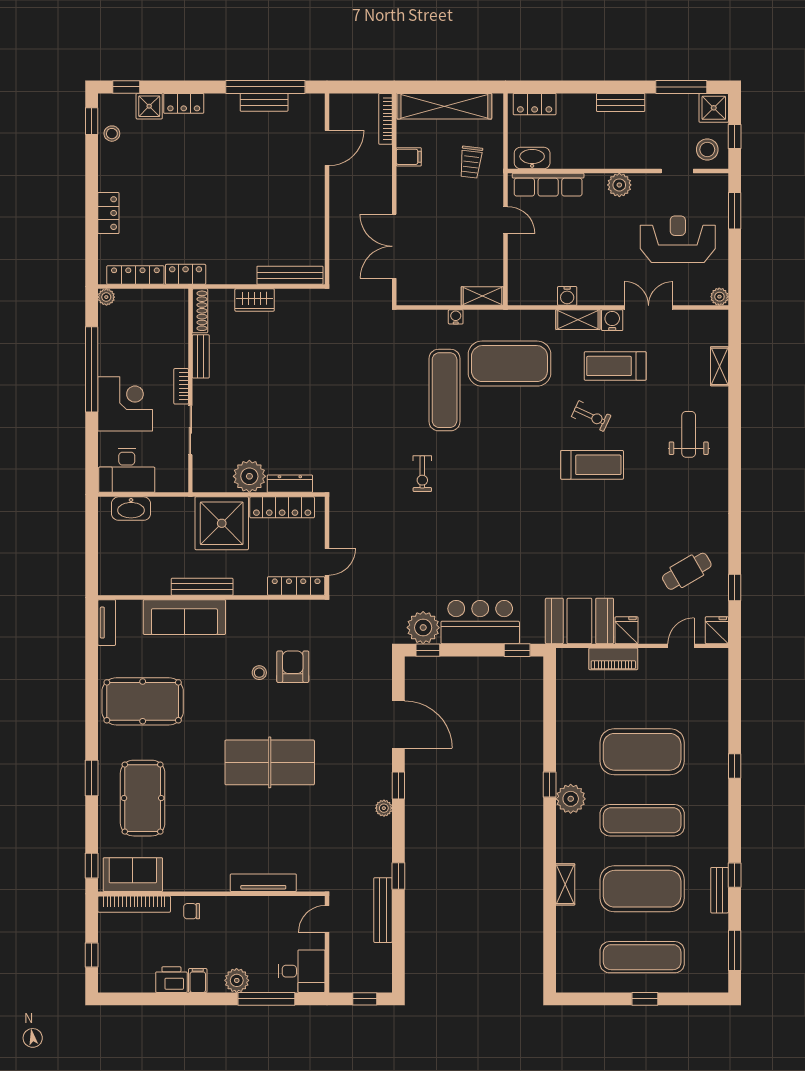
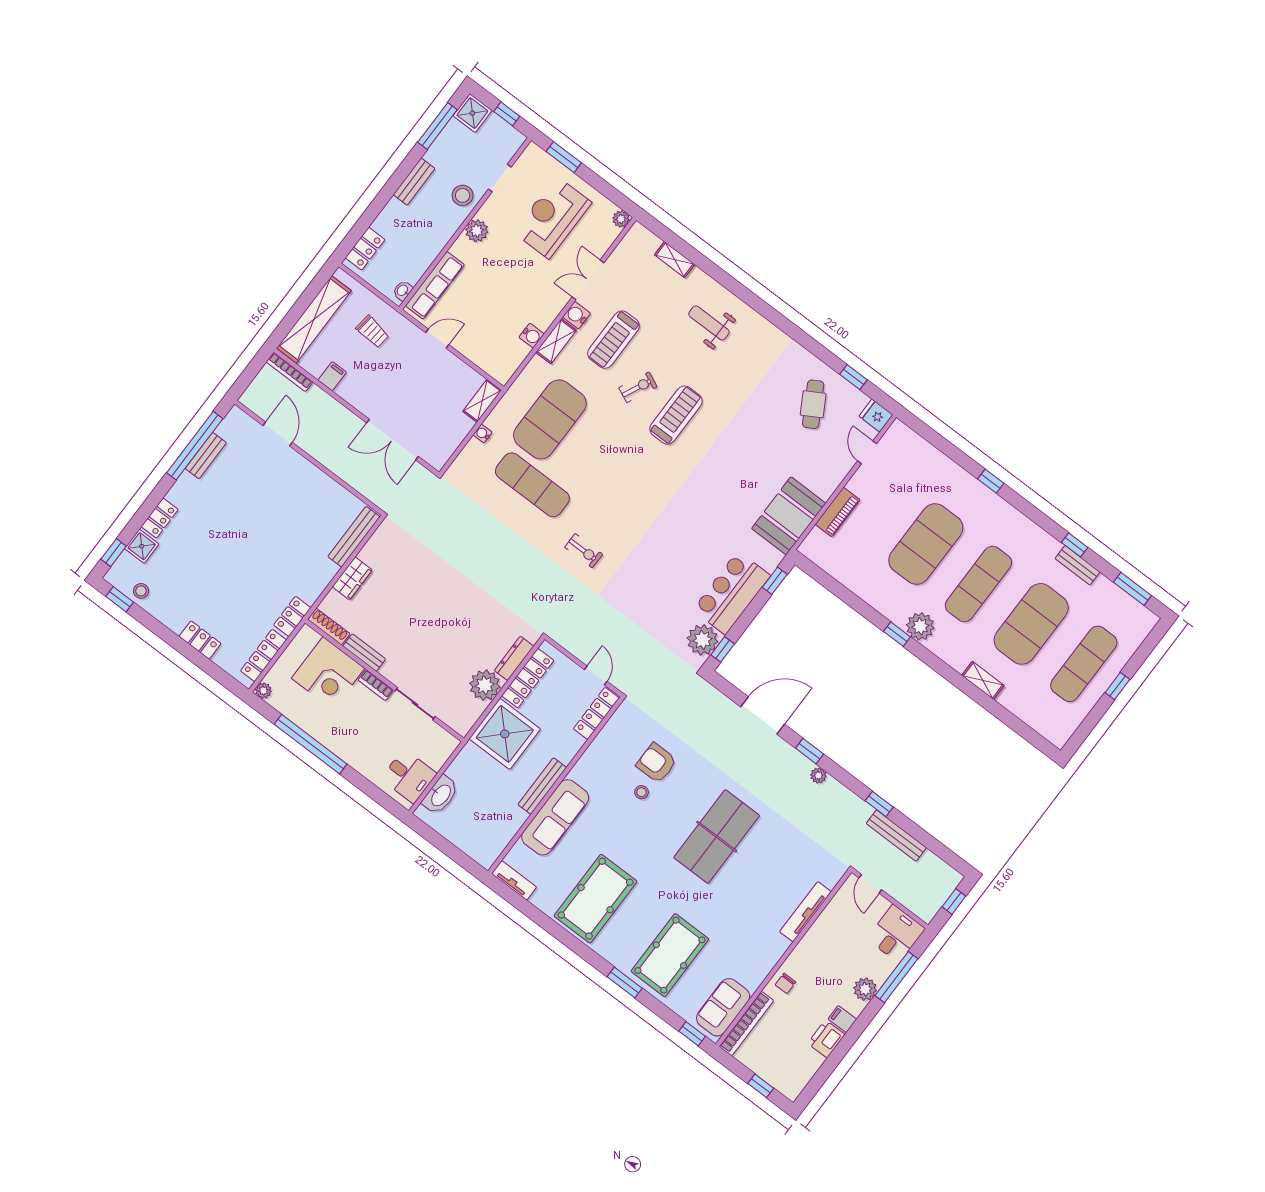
stool: (707, 150) -> (463, 195), moved
washbasin: (532, 158) -> (403, 291), width x0.52, depth x0.69
corner desk: (125, 404) -> (328, 673), moved, turned 180
desk: (127, 470) -> (409, 776), width x0.73
fridge: (627, 630) -> (823, 485), removed
pool table: (143, 798) -> (670, 955), turned 90

